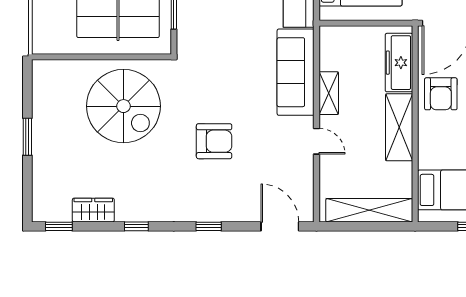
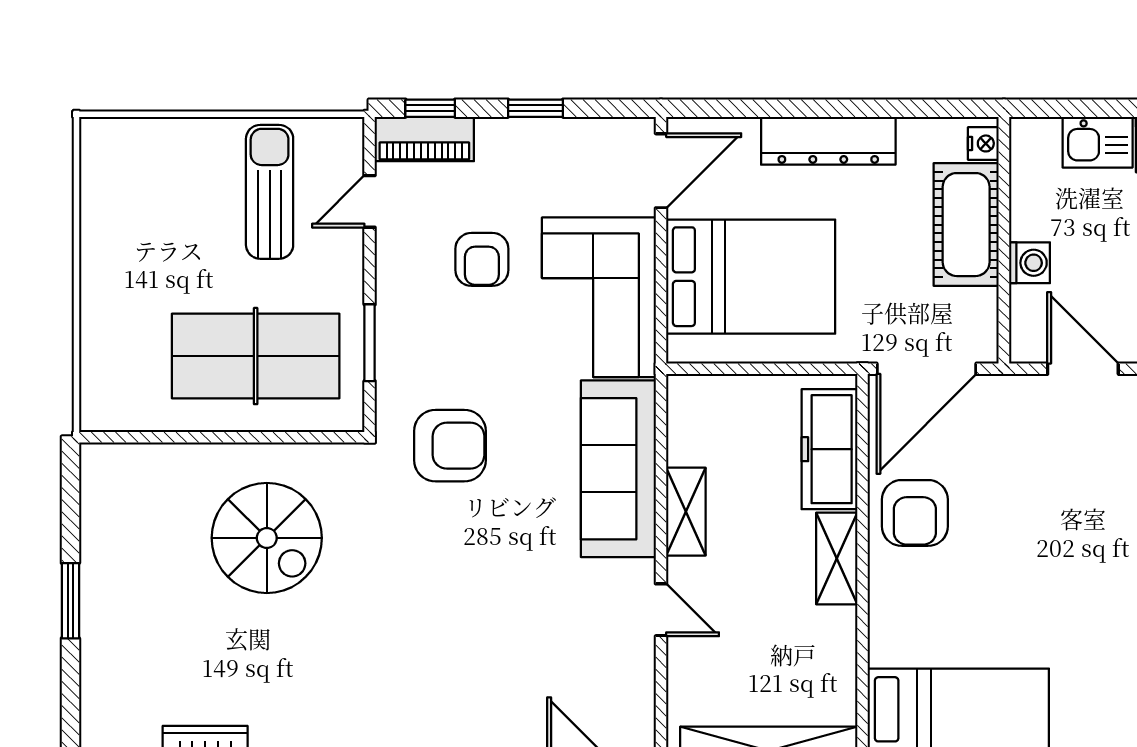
spiral stairs: (123, 106) -> (267, 538), width x0.73, depth x0.73
shelving: (399, 127) -> (837, 558), width x0.67, depth x0.75
armchair: (214, 141) -> (450, 446), moved

